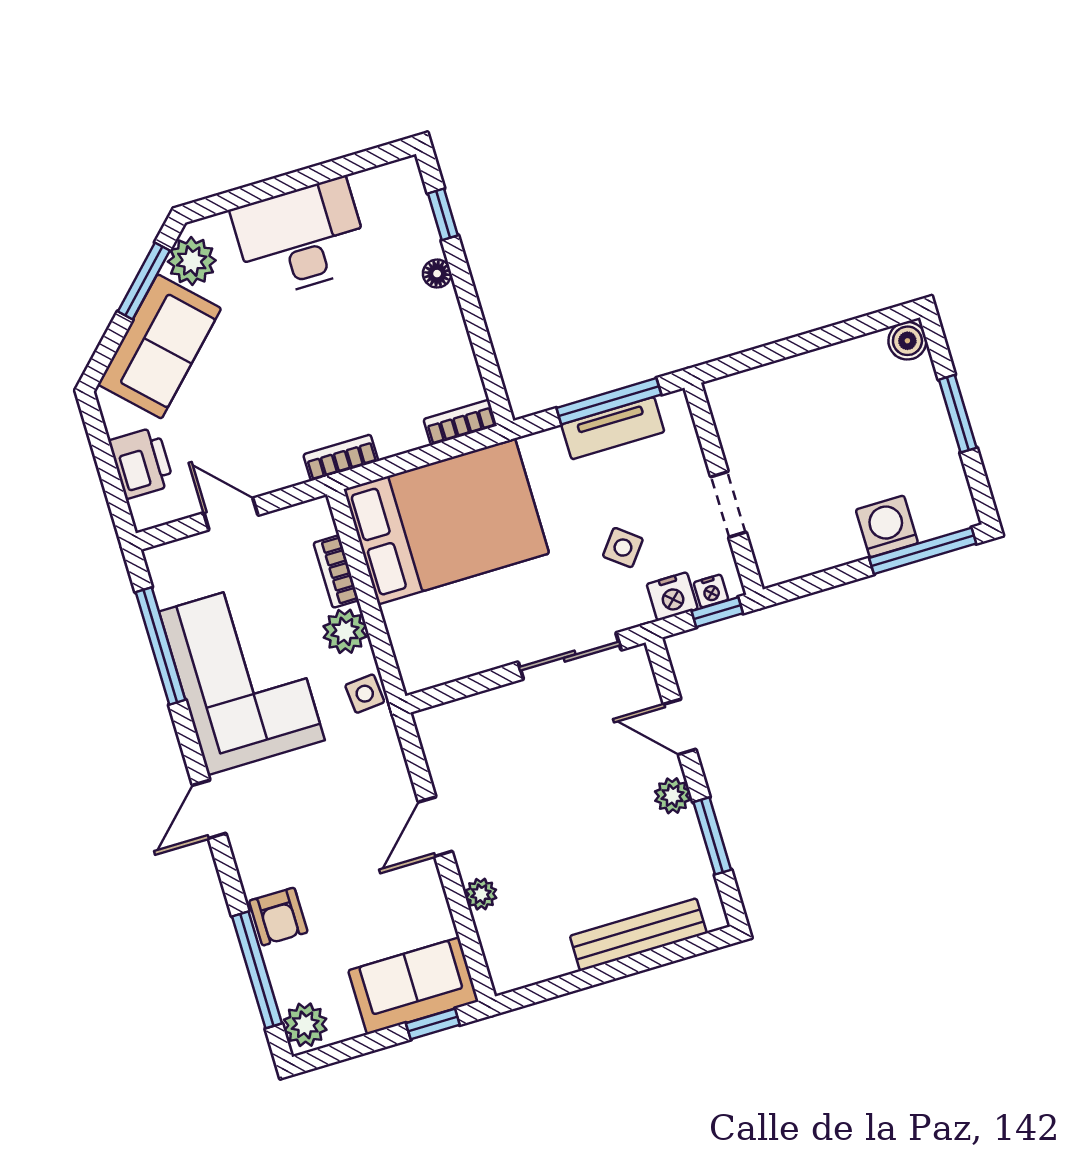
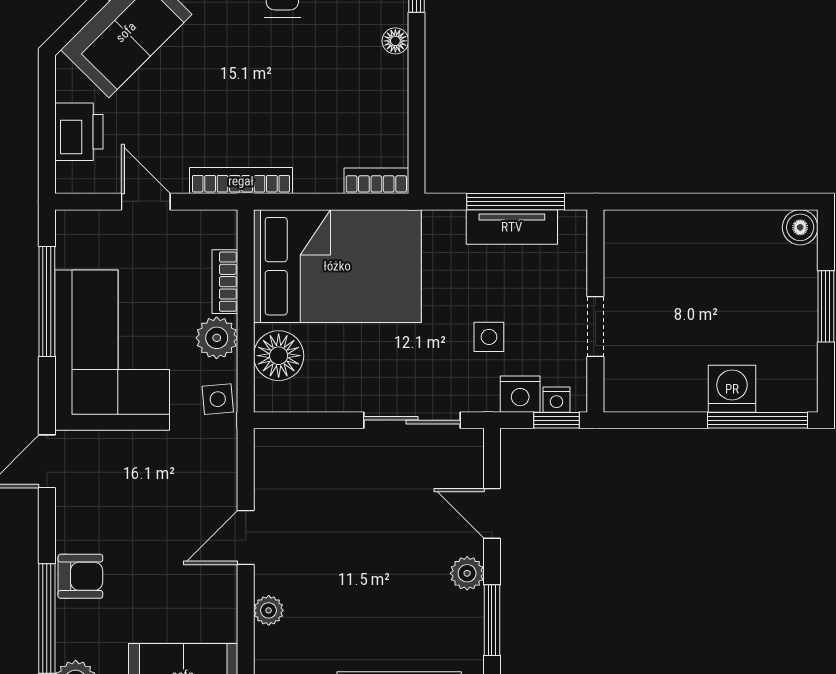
bookcase: (341, 458) -> (241, 181), width x1.56
side table: (623, 548) -> (489, 337), turned -38
floor lamp: (414, 631) -> (279, 356), added
armchair: (278, 917) -> (80, 576), turned -90

